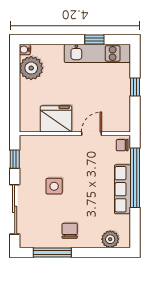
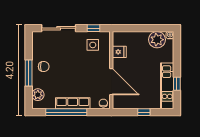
fridge: (56, 119) -> (119, 52), width x0.53, depth x0.75
door: (91, 134) -> (111, 82), width x1.88
window: (135, 178) -> (66, 112), moved
side table: (54, 186) -> (93, 45), moved
window: (52, 253) -> (29, 73), moved

